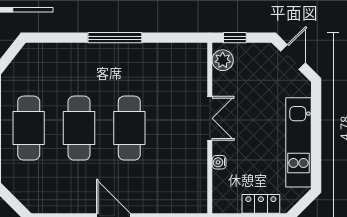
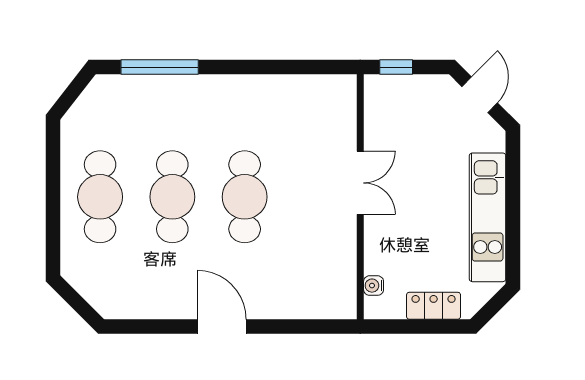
window: (115, 38) -> (160, 67), moved
plant: (223, 60) -> (379, 99), removed
water cooler: (219, 162) -> (374, 286), moved

